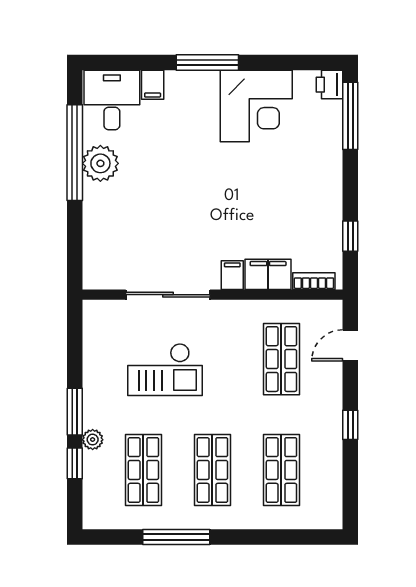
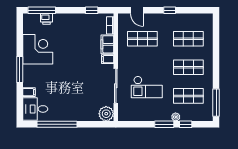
printer: (329, 85) -> (46, 19), moved
plant: (100, 163) -> (106, 114), moved
checkout: (165, 370) -> (147, 87), turned 90
window: (176, 537) -> (216, 103), moved

